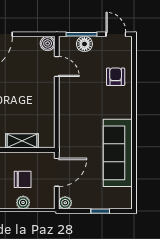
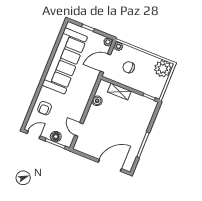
door: (116, 34) -> (34, 135), swing flipped
boiler: (48, 43) -> (97, 101), moved
sofa: (118, 153) -> (65, 61), width x1.36, depth x1.27
plant: (23, 203) -> (118, 46), moved

